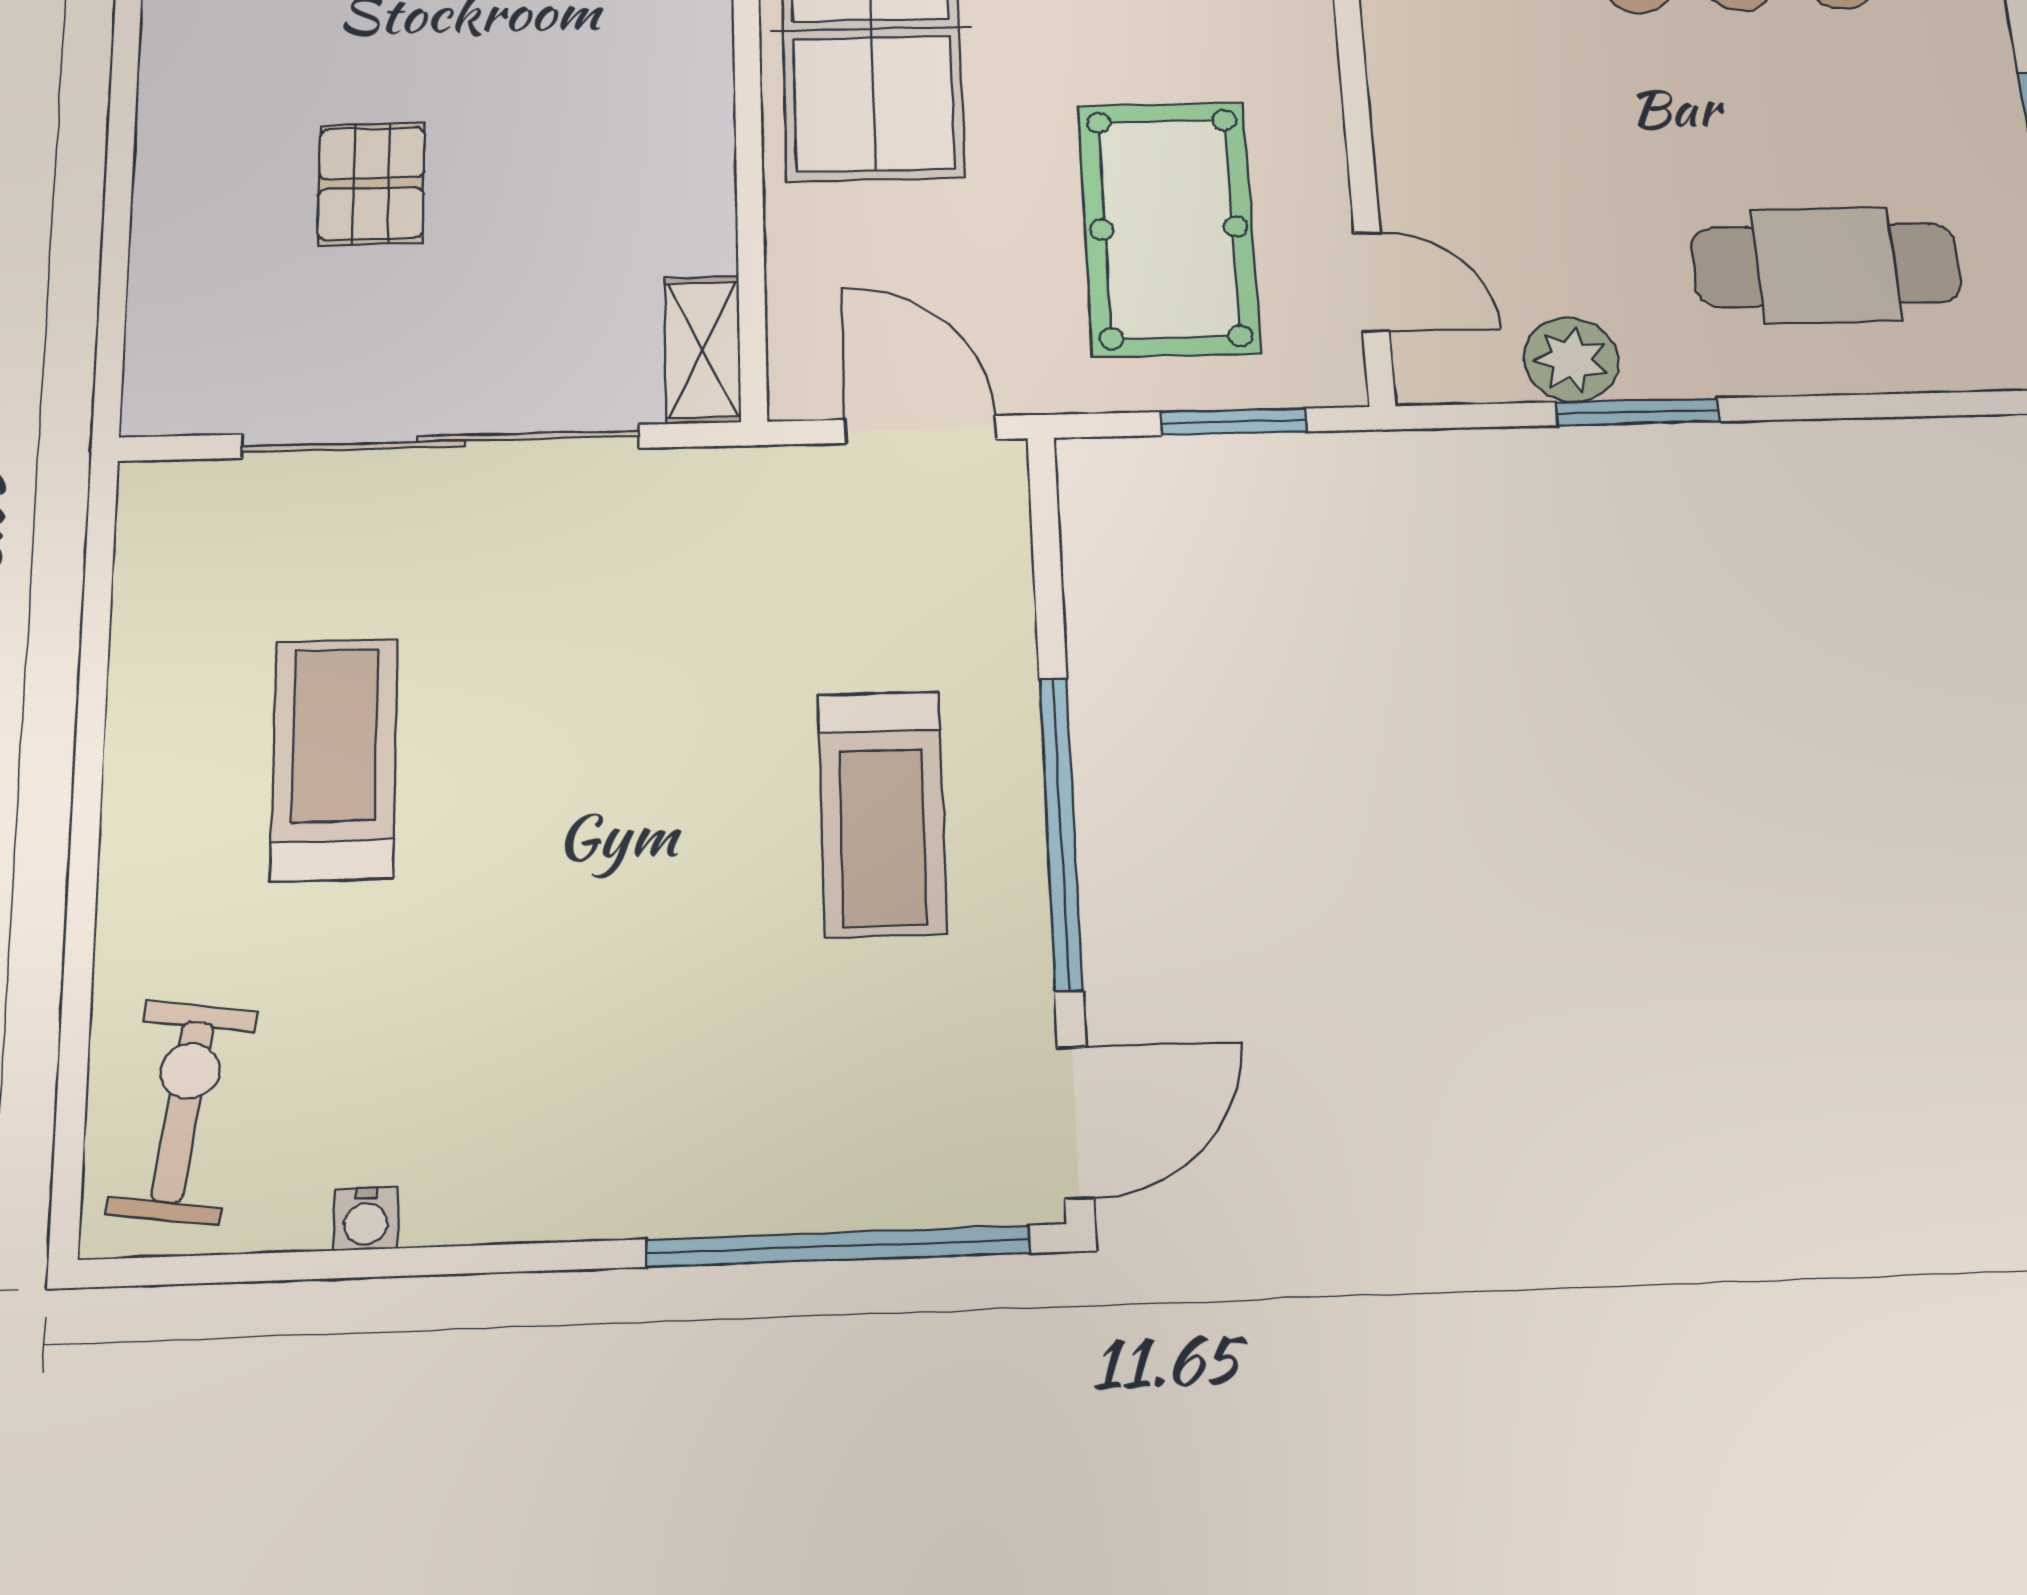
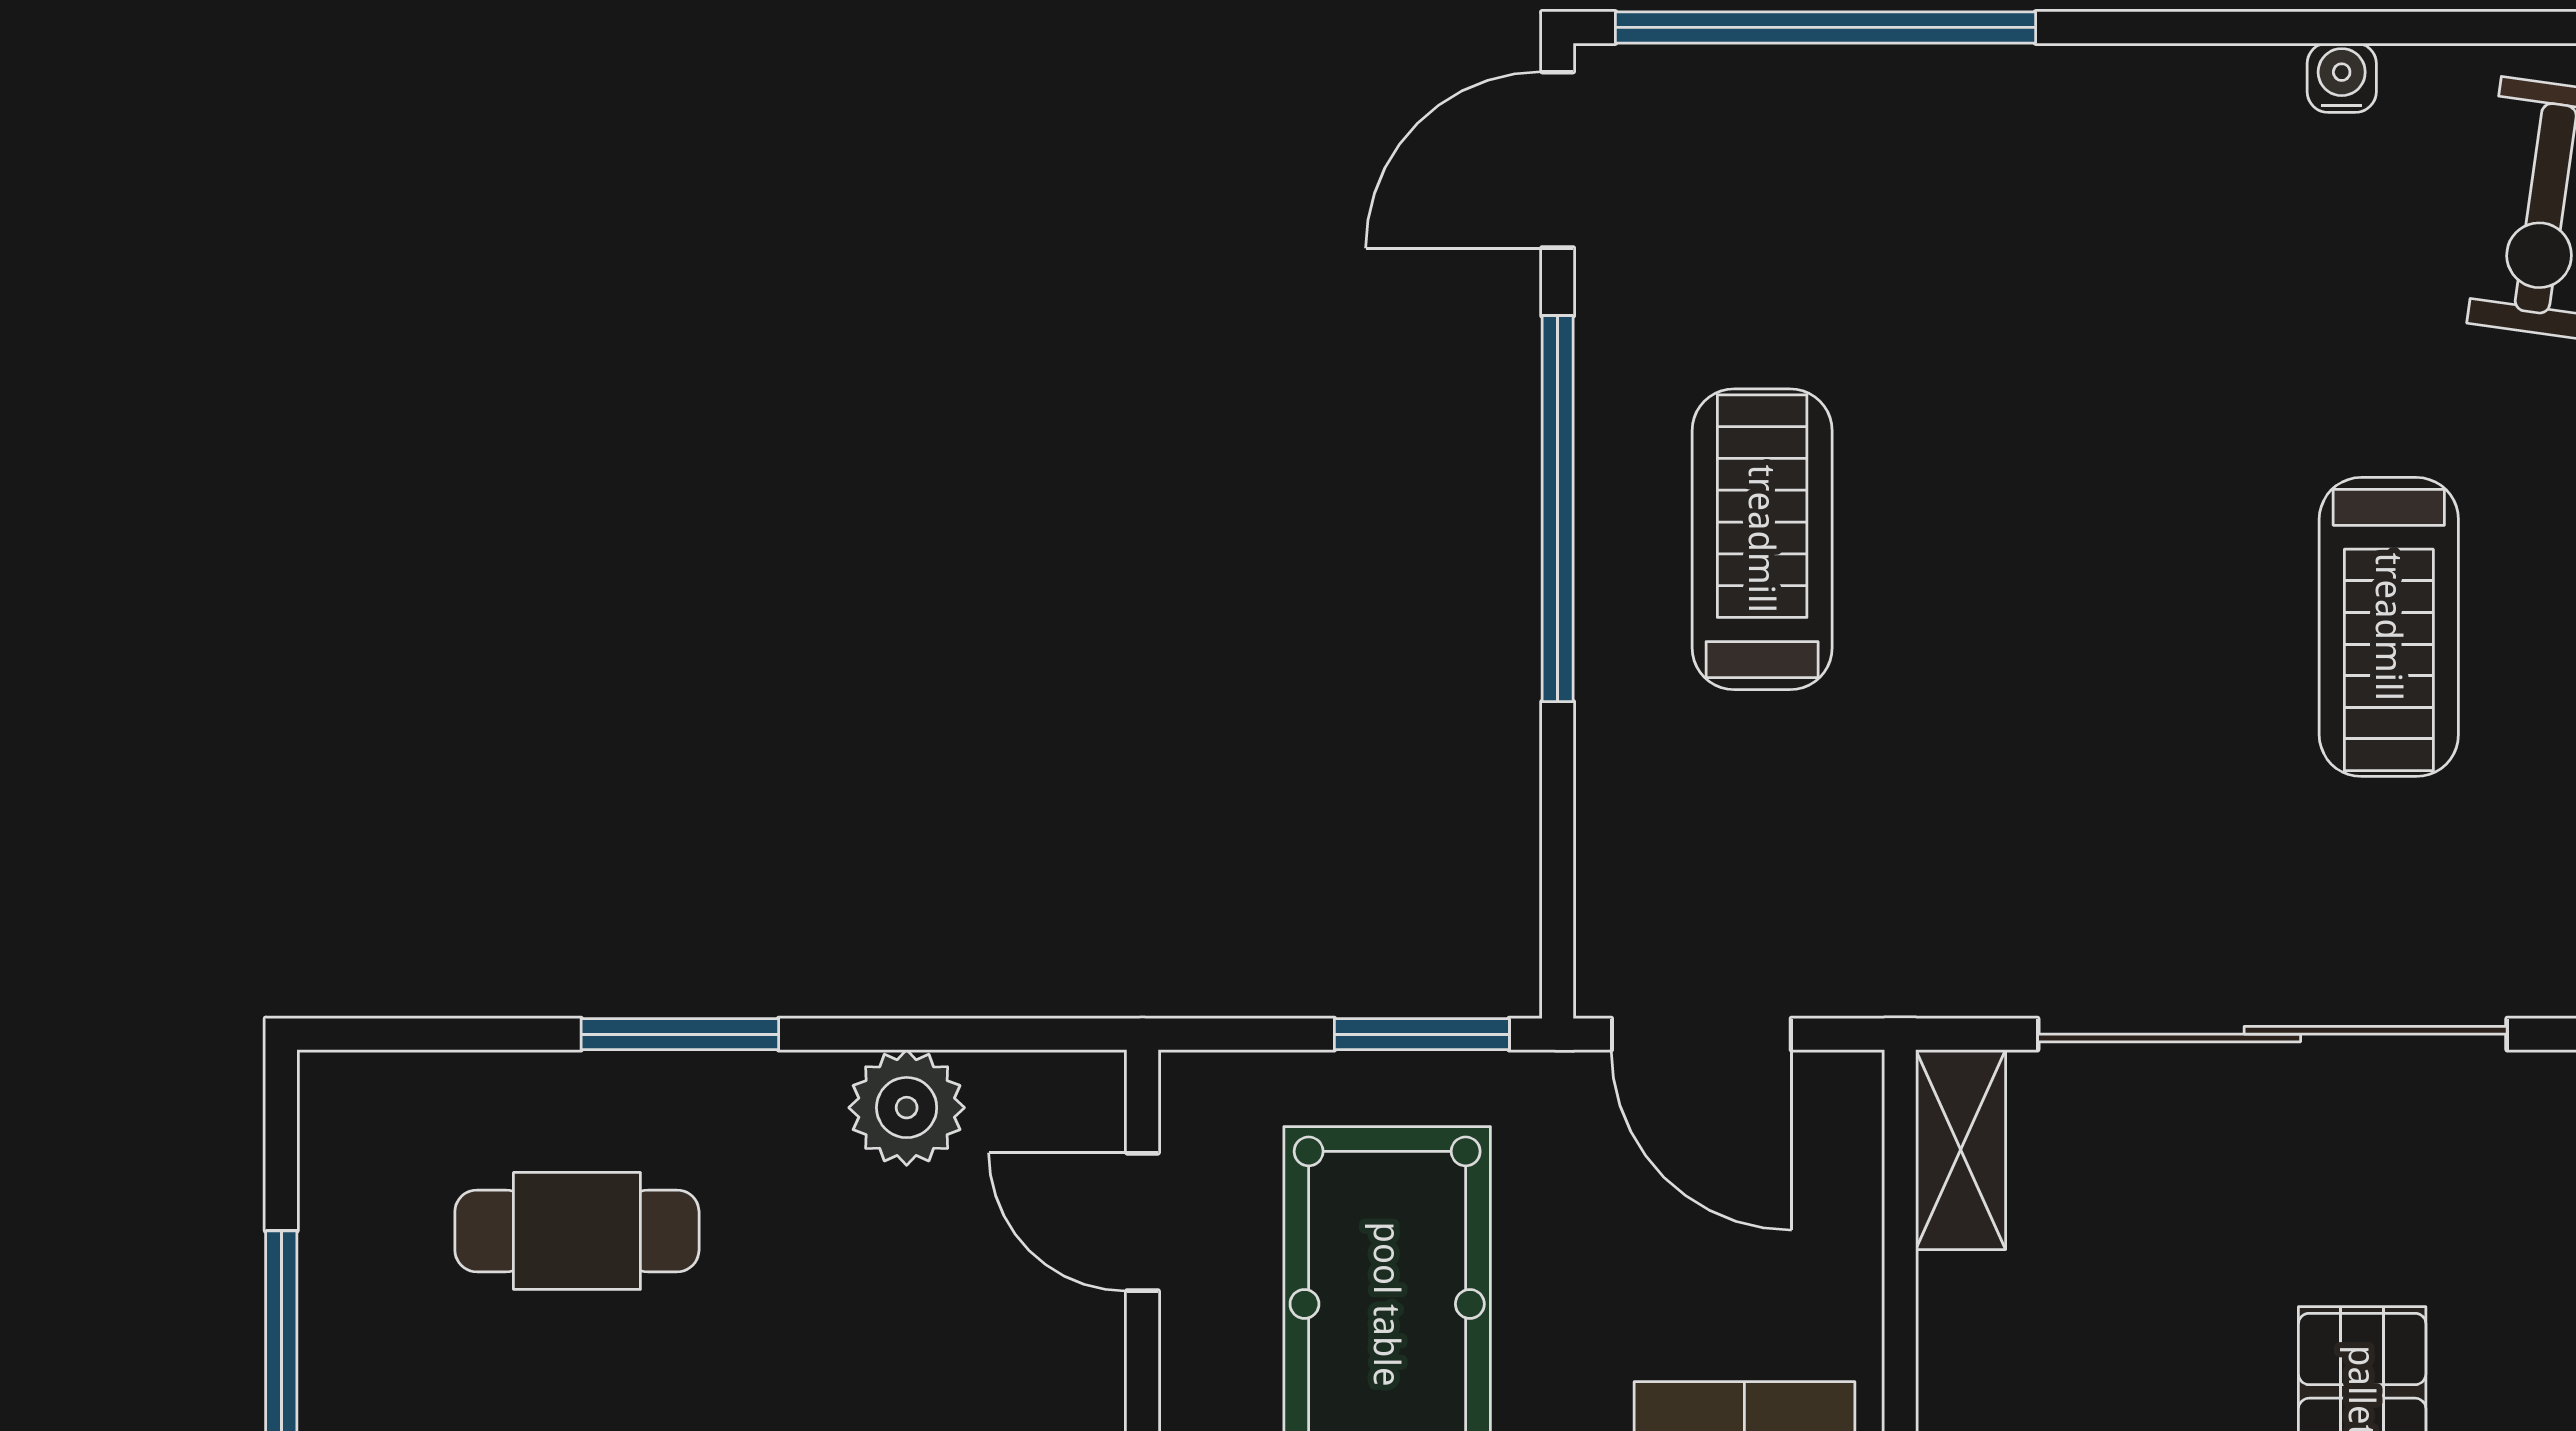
cafe table: (1826, 265) -> (577, 1231), width x0.73, depth x0.74
window: (1638, 412) -> (680, 1034), moved
window: (1234, 422) -> (1422, 1034), moved

